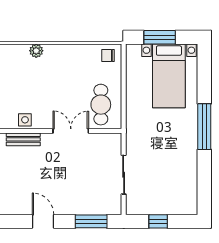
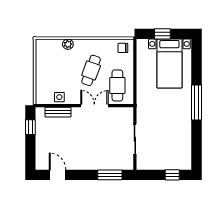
window: (160, 37) -> (162, 34), width x0.67
cafe table: (66, 85) -> (91, 70), added
door: (43, 221) -> (58, 175), moved
window: (158, 221) -> (172, 175), moved

